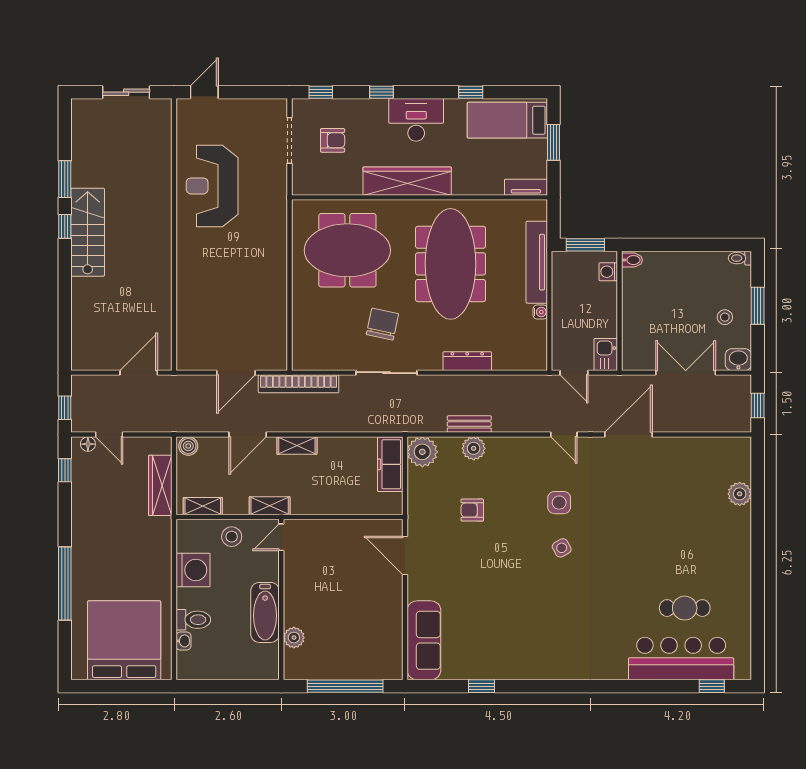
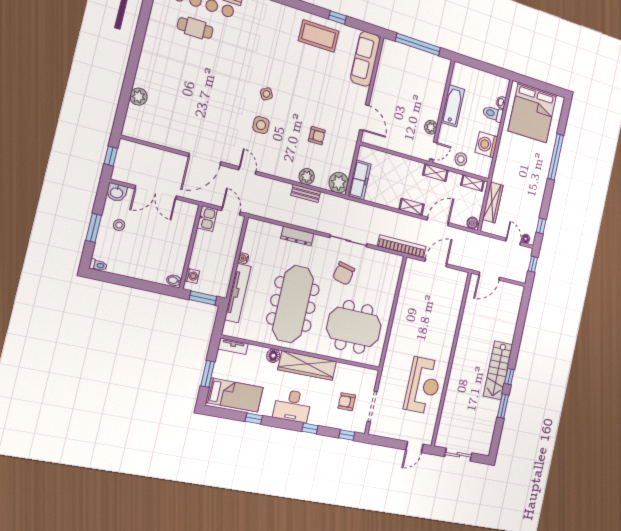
floor lamp: (463, 185) -> (273, 356), added
plant: (294, 638) -> (431, 127), moved
coffee table: (504, 651) -> (319, 36), added

